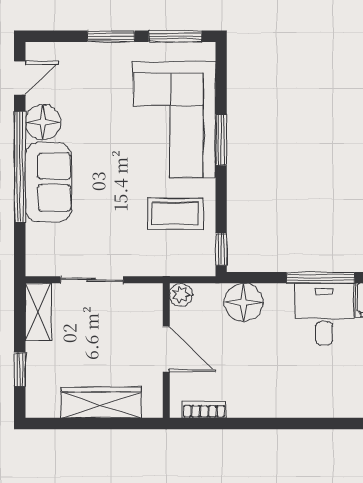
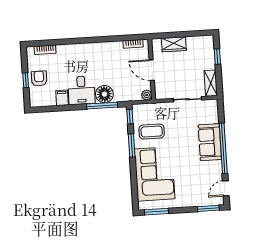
window: (111, 36) -> (208, 208), moved
floor lamp: (43, 122) -> (214, 169), removed
window: (221, 140) -> (132, 145), moved
window: (321, 278) -> (102, 106), moved
floor lamp: (244, 302) -> (104, 94), moved
wardrobe: (101, 403) -> (174, 44), width x0.67

